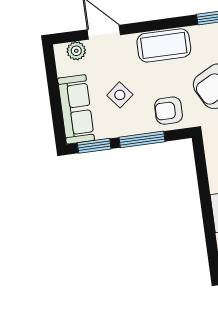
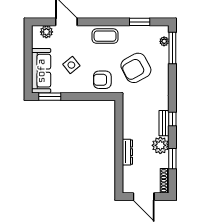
coffee table: (164, 45) -> (105, 36), width x0.73, depth x0.76
window: (142, 139) -> (82, 97), removed

